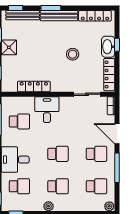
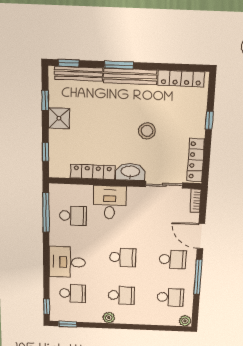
washbasin: (108, 47) -> (130, 172), moved, turned 90

